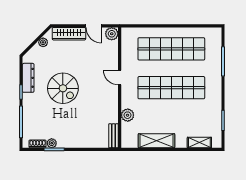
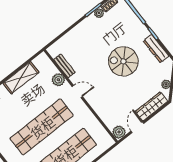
door: (94, 26) -> (137, 127), hinge flipped
door: (120, 78) -> (77, 91), moved
bench: (114, 136) -> (64, 66), moved

